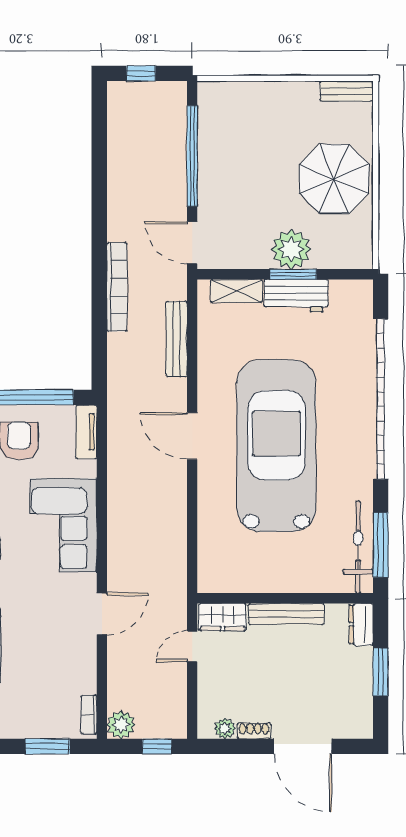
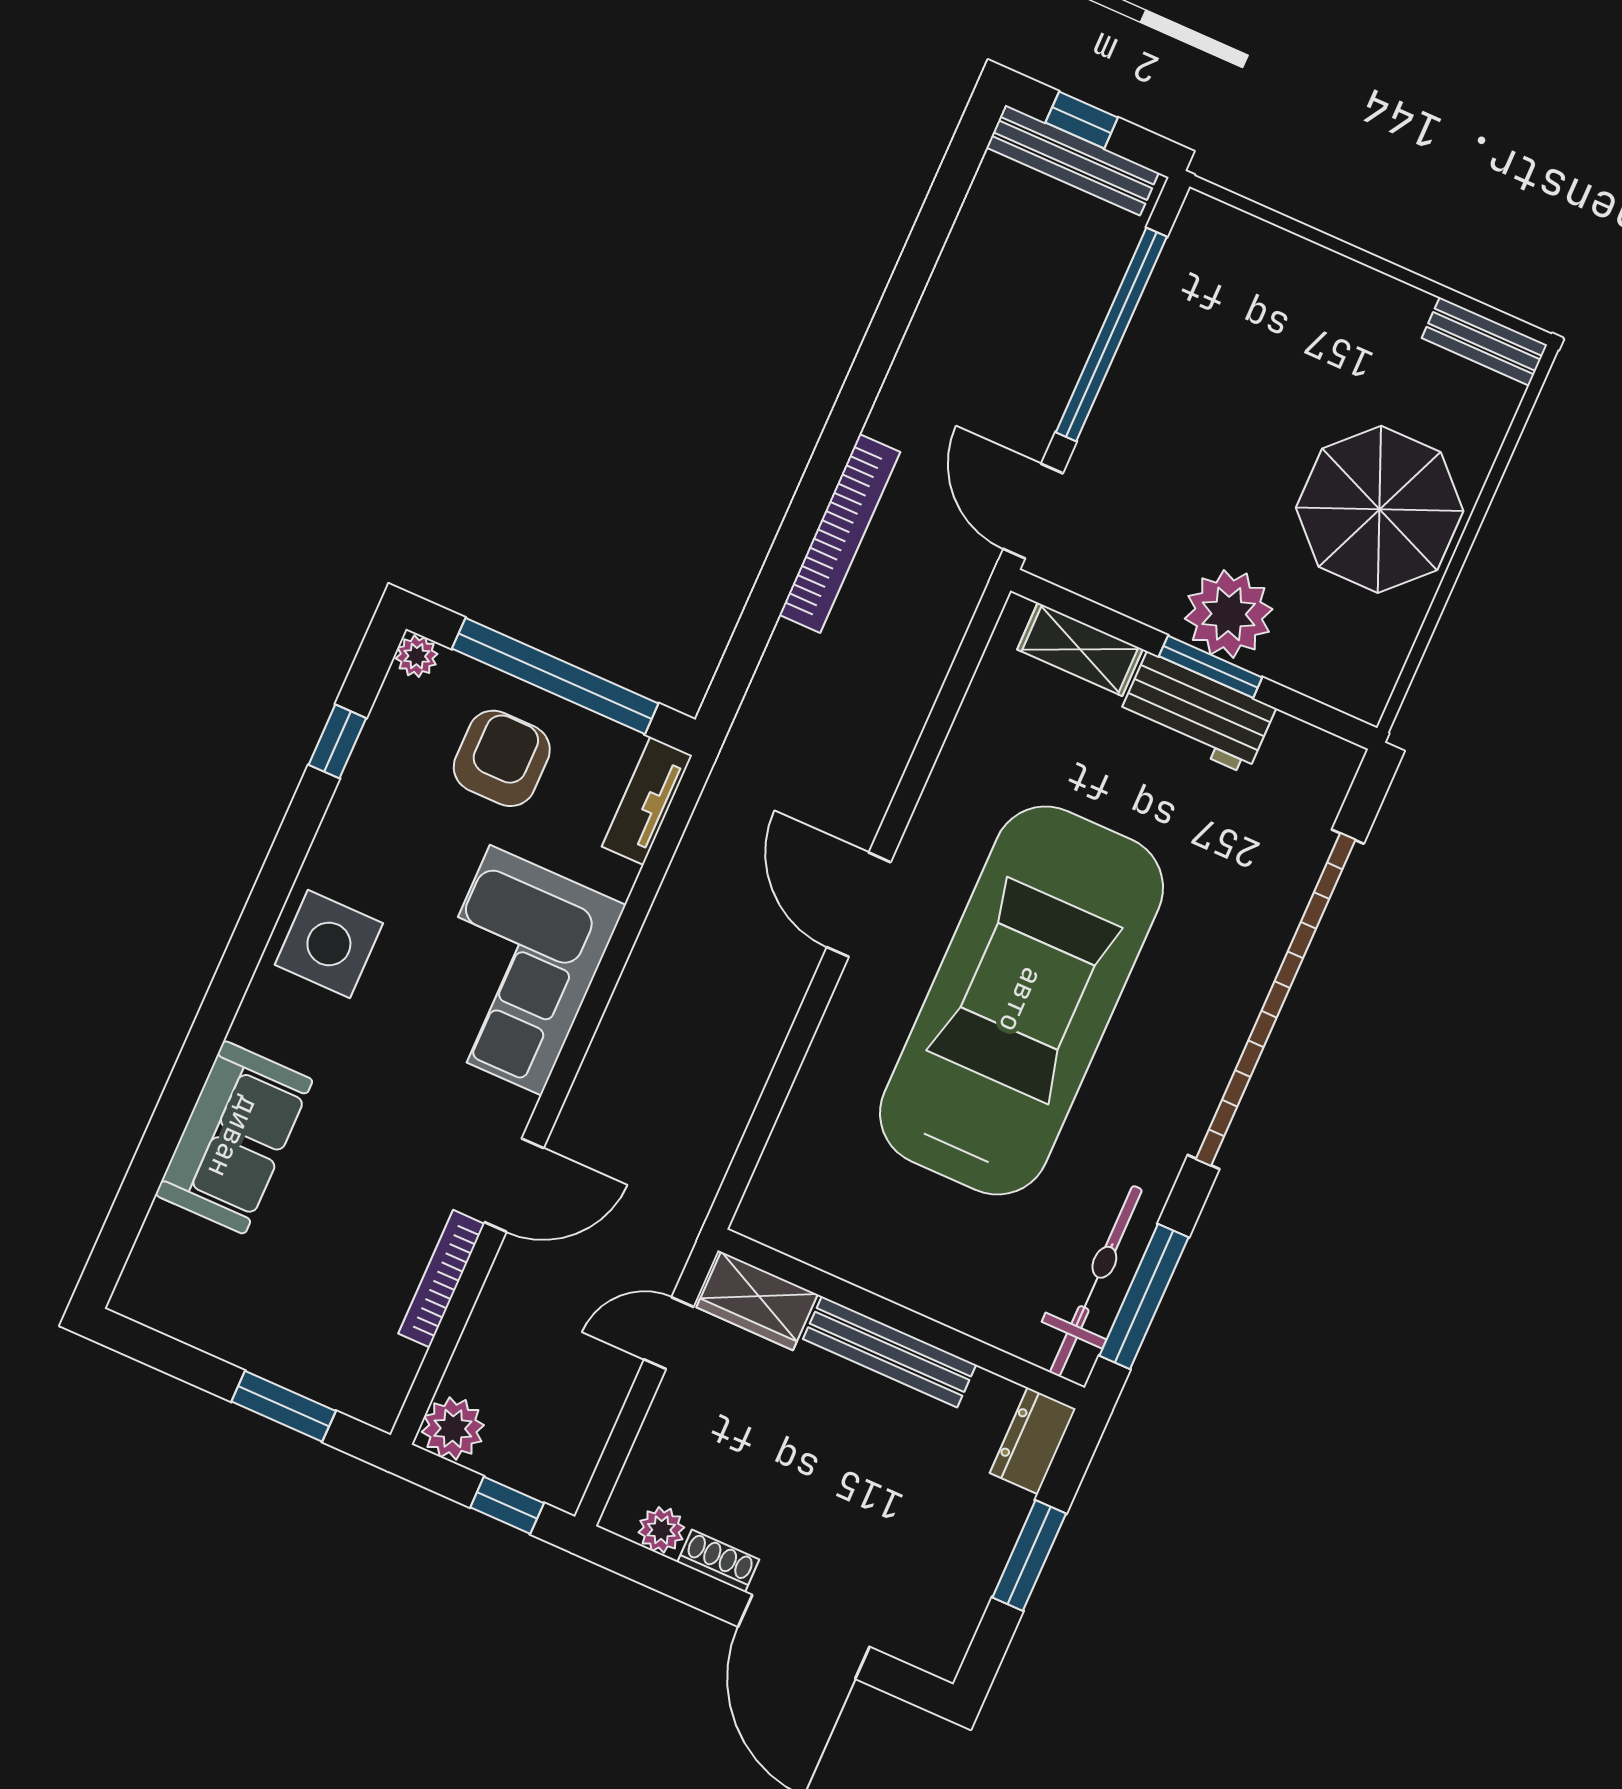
bench: (177, 339) -> (1073, 160), moved, turned 90
bookcase: (89, 715) -> (441, 1279), moved, width x1.56

